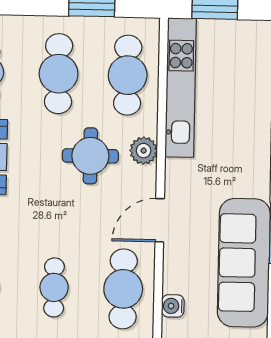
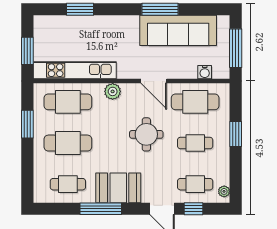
round table: (90, 156) -> (146, 134), moved

